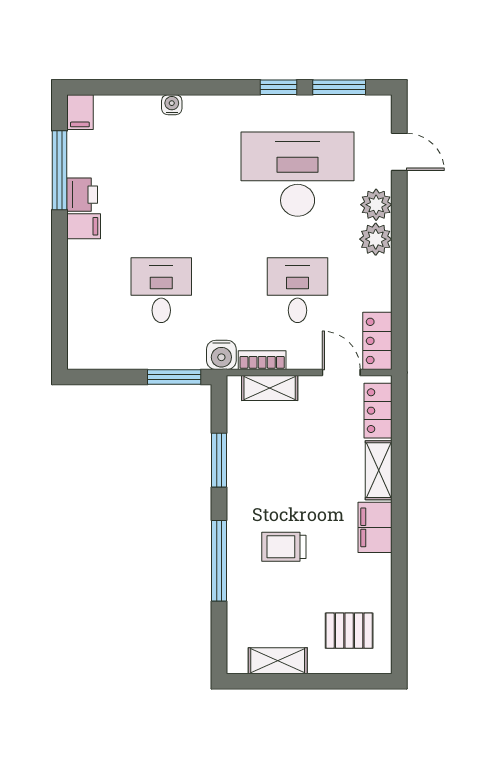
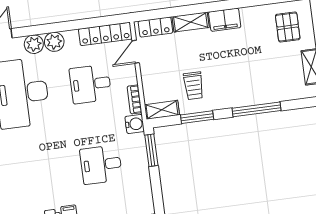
locker: (377, 341) -> (105, 34), width x1.53
shelving: (270, 388) -> (162, 110), moved, turned 90
trolley: (284, 547) -> (194, 86), moved

